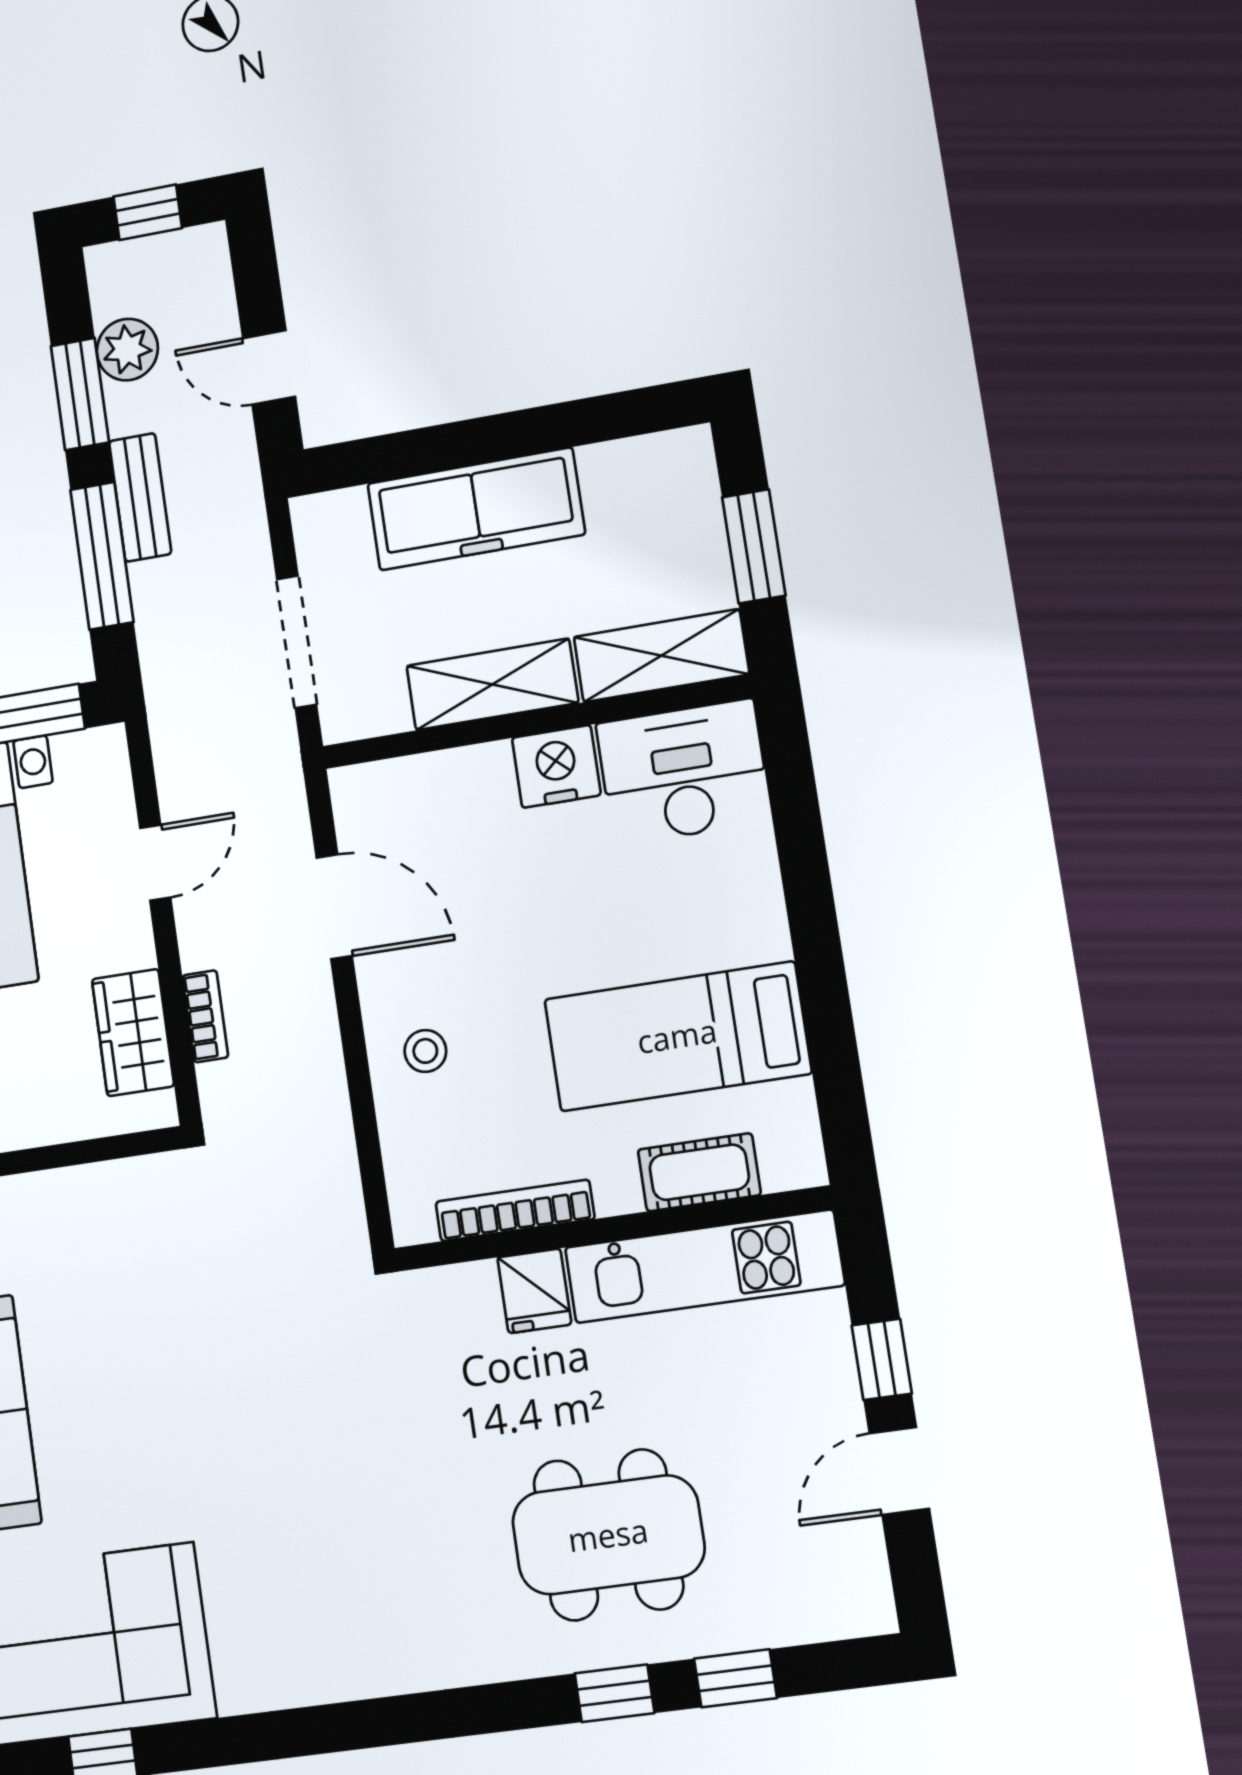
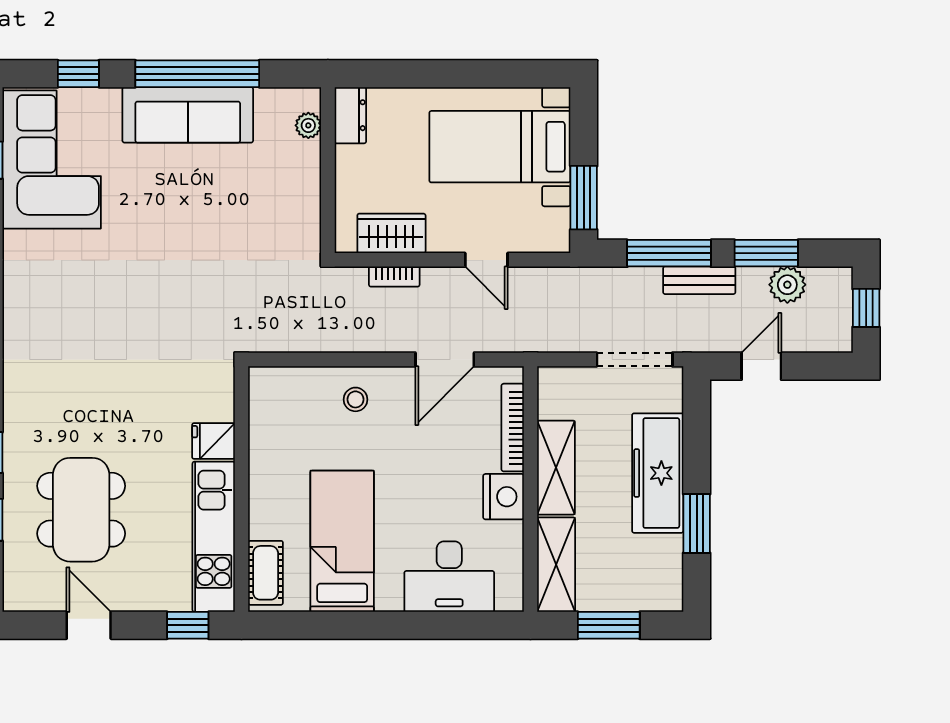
window: (553, 427) -> (697, 523), added
doorway: (297, 642) -> (635, 359), moved
desk: (683, 772) -> (449, 577), moved, turned 90
cot: (699, 1172) -> (266, 573), moved
bookcase: (515, 1210) -> (513, 428), moved, turned 180
window: (882, 1359) -> (188, 625), moved
dining table: (608, 1535) -> (81, 510), moved

